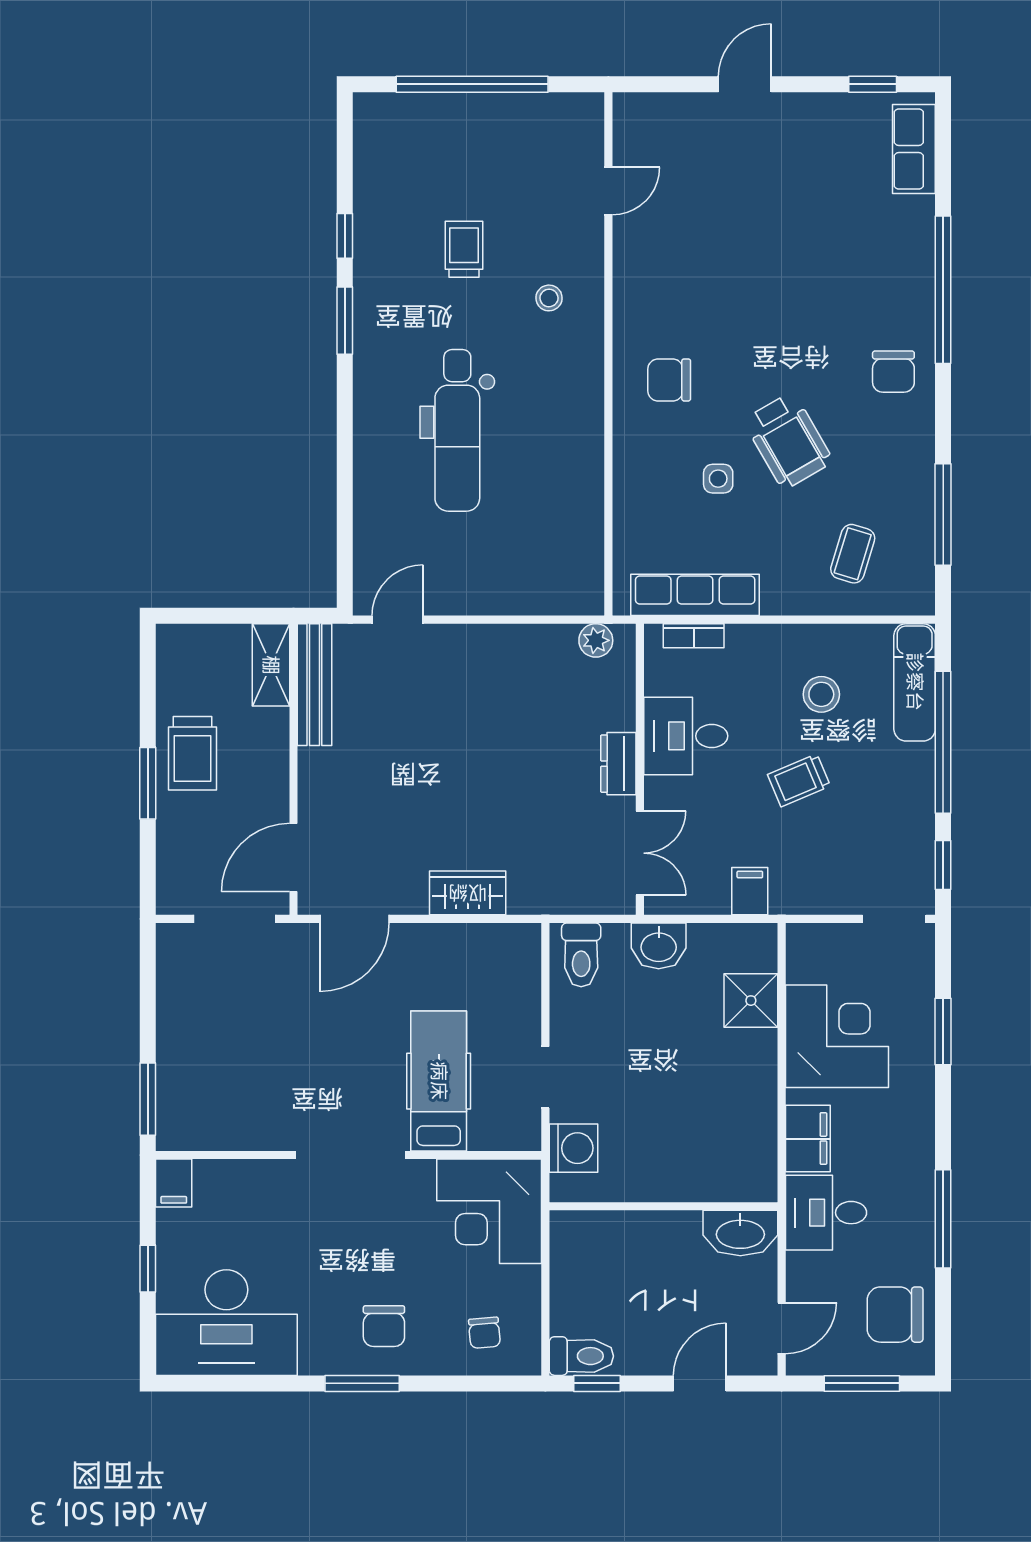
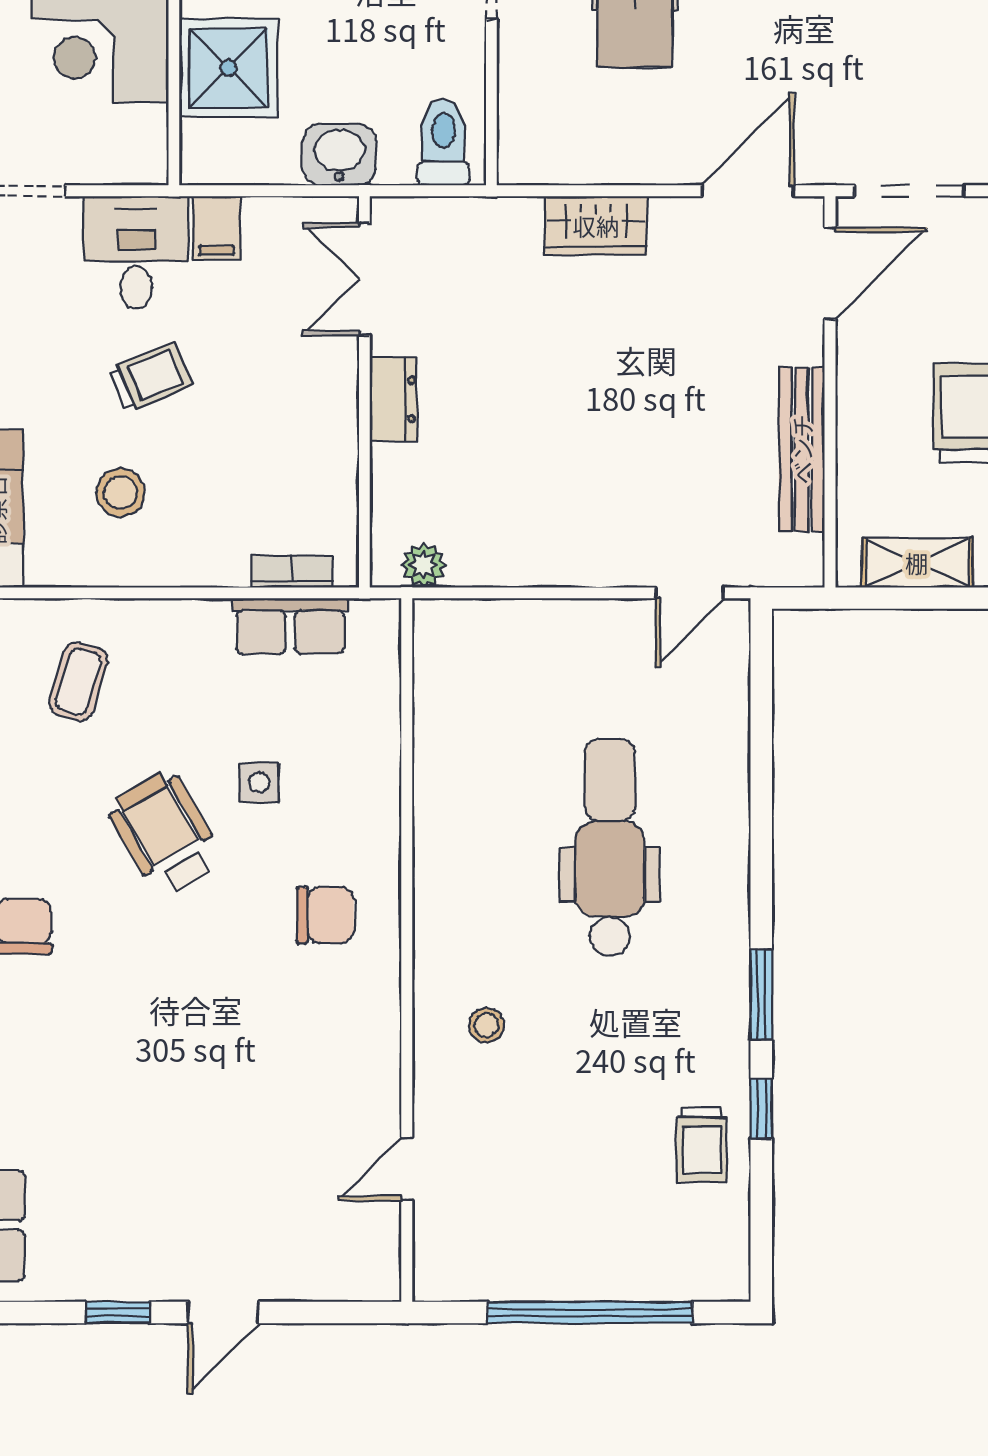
window: (873, 84) -> (118, 1312), moved
trolley: (464, 249) -> (702, 1145), moved
row of seats: (695, 595) -> (290, 626), width x0.68
shelving: (271, 665) -> (917, 563), moved, turned 90
bench: (314, 685) -> (802, 449), moved
desk: (686, 736) -> (136, 252), moved, turned -90
shower: (751, 1001) -> (228, 68), width x1.36, depth x1.36

